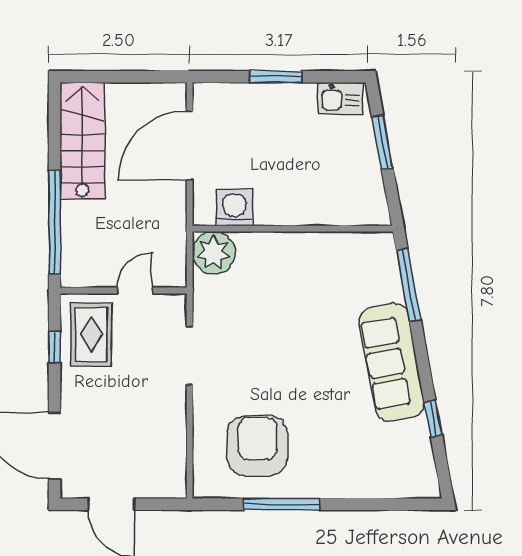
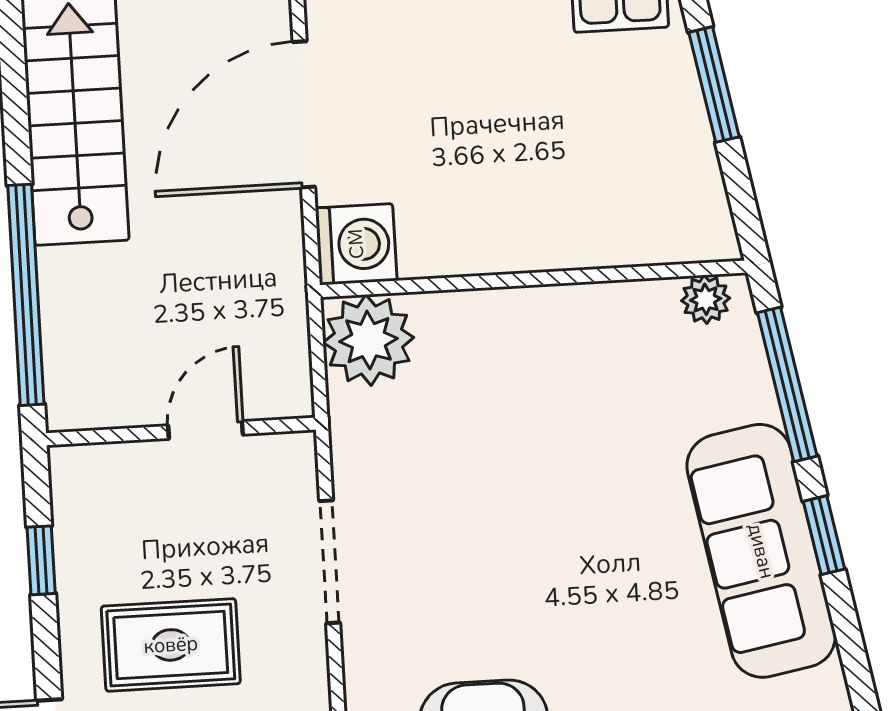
washing machine: (234, 208) -> (356, 244), moved, turned 90
plant: (373, 243) -> (706, 299), added
rug: (91, 335) -> (171, 645), moved, turned 90
window: (433, 418) -> (824, 535), moved

